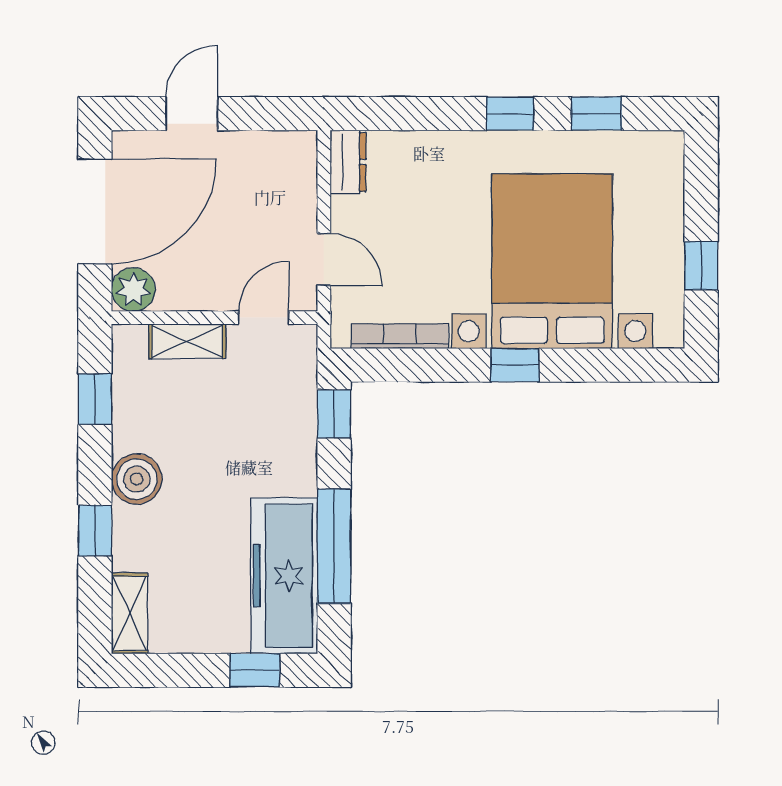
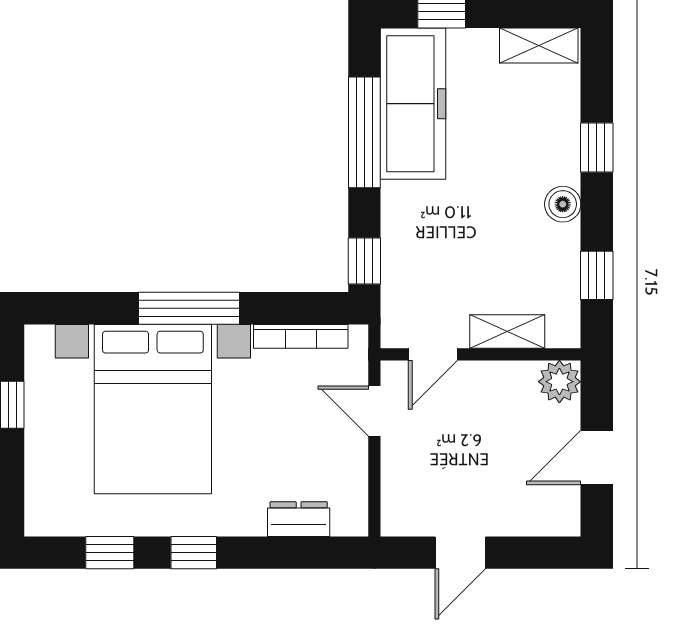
door: (192, 114) -> (460, 553), moved
dresser: (348, 162) -> (299, 519), moved, turned 90
door: (95, 211) -> (597, 457), width x0.53
window: (515, 365) -> (189, 308), width x2.17
boiler: (137, 479) -> (563, 204), width x0.73, depth x0.73
shelving: (130, 613) -> (539, 46), moved, turned 90

